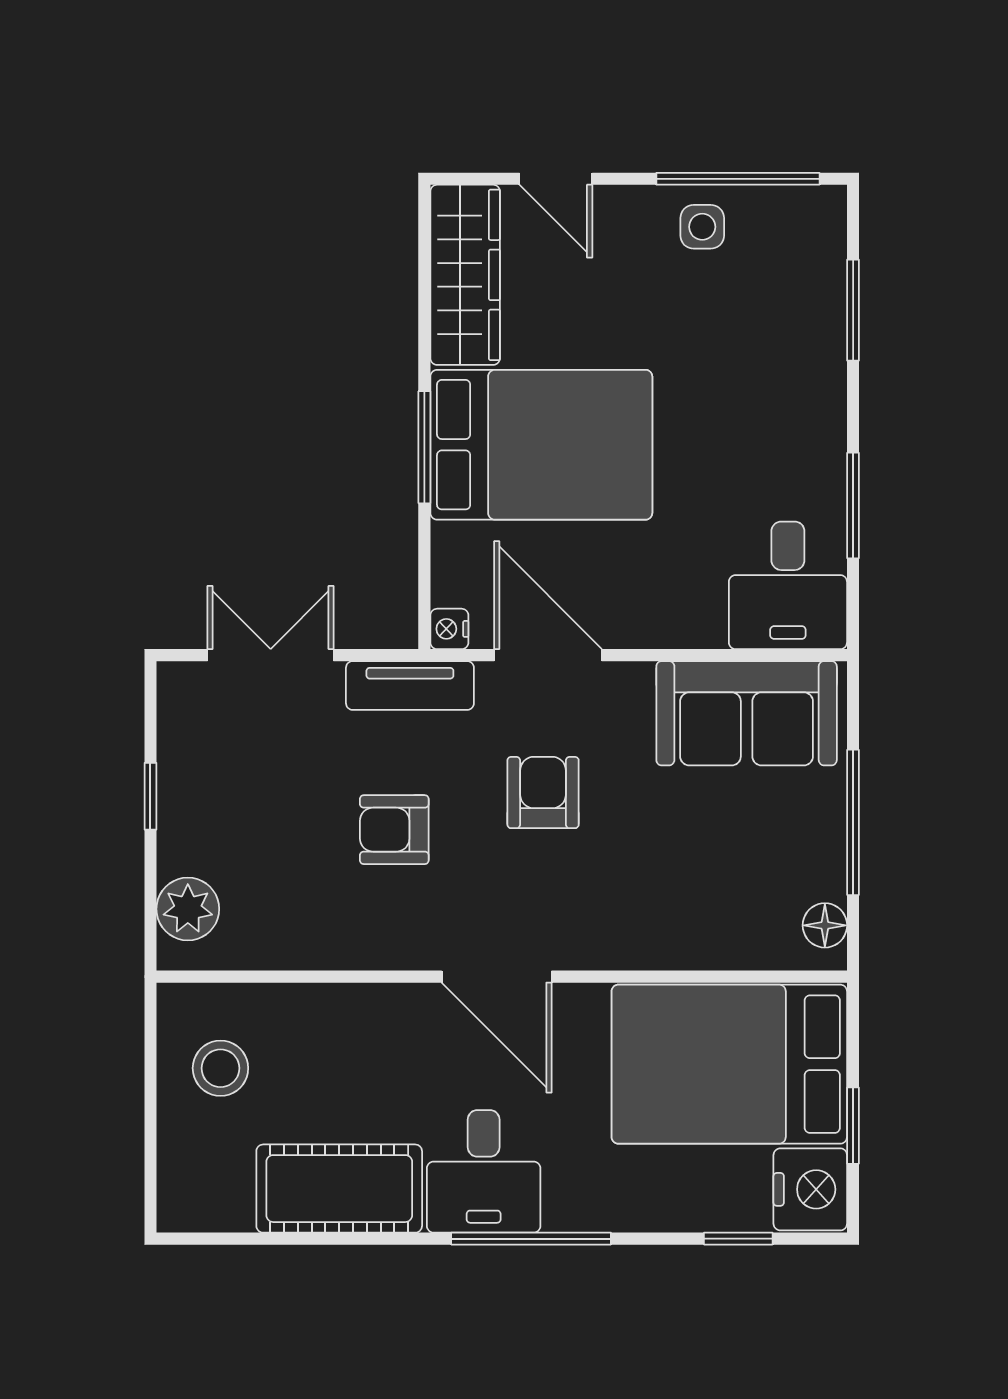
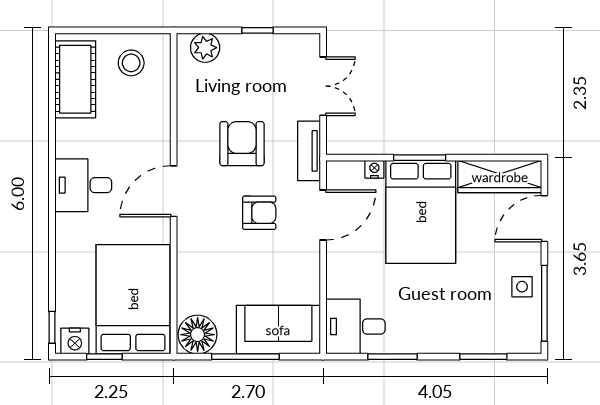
door: (556, 179) -> (544, 219), width x1.37
nightstand: (449, 629) -> (374, 169), moved
sofa: (747, 713) -> (278, 330), moved, turned 90
armchair: (394, 830) -> (242, 144), width x1.38, depth x1.38
floor lamp: (825, 925) -> (198, 335), width x1.89, depth x1.89
cot: (339, 1189) -> (75, 79), moved
nightstand: (810, 1189) -> (75, 341), width x0.74, depth x0.75
window: (531, 1239) -> (52, 207), removed
window: (738, 1239) -> (52, 327), moved

